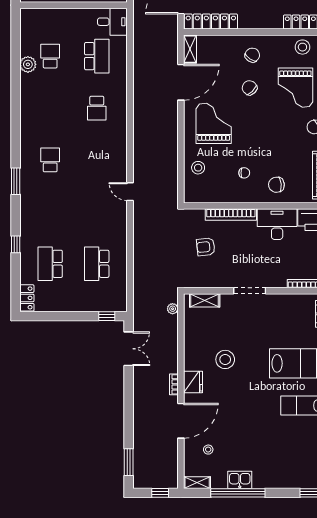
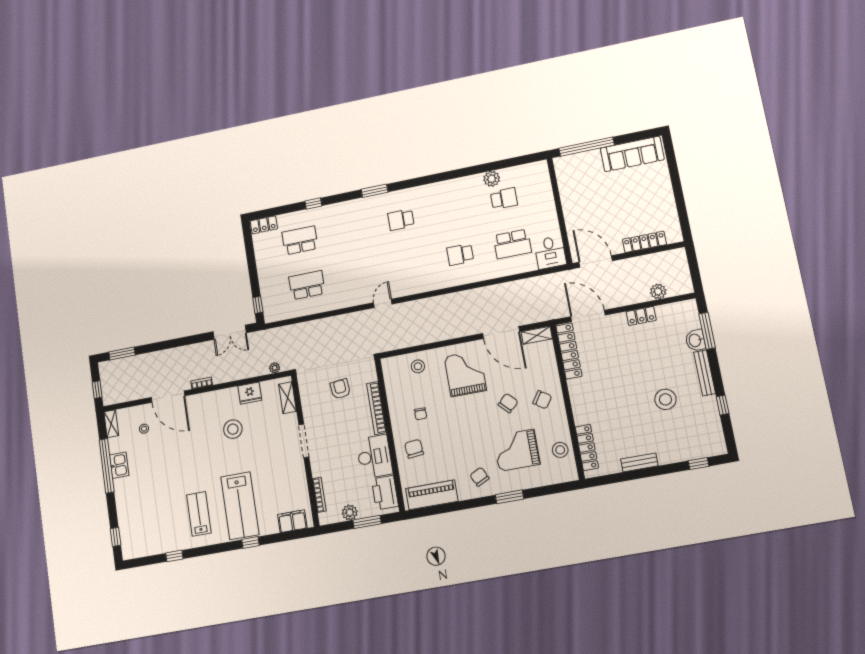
grand piano: (214, 123) -> (465, 374), turned -90
school desk: (50, 160) -> (401, 220), turned 180
fridge: (193, 382) -> (250, 393), moved

